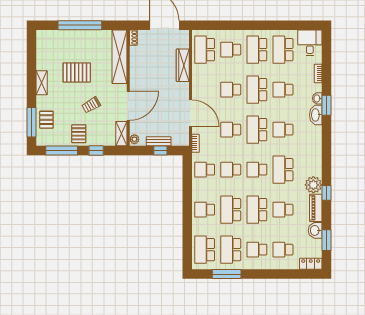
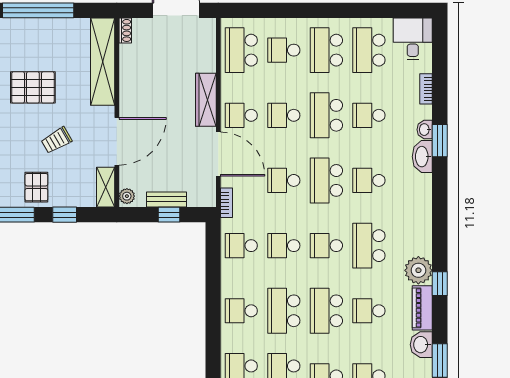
wardrobe: (183, 65) -> (206, 100), moved
school desk: (205, 90) -> (241, 115), added

